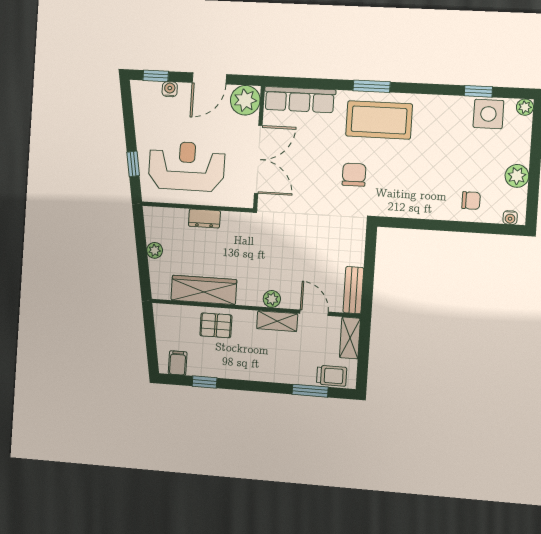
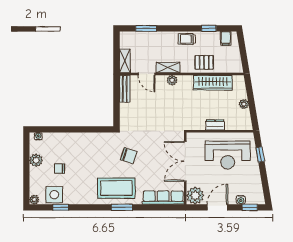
chair: (354, 175) -> (129, 156), turned -72
chair: (471, 201) -> (59, 169), moved
trolley: (332, 376) -> (187, 39), moved

